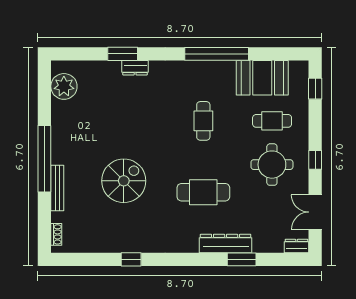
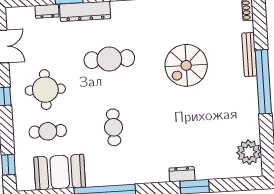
dresser: (296, 246) -> (47, 11), moved

